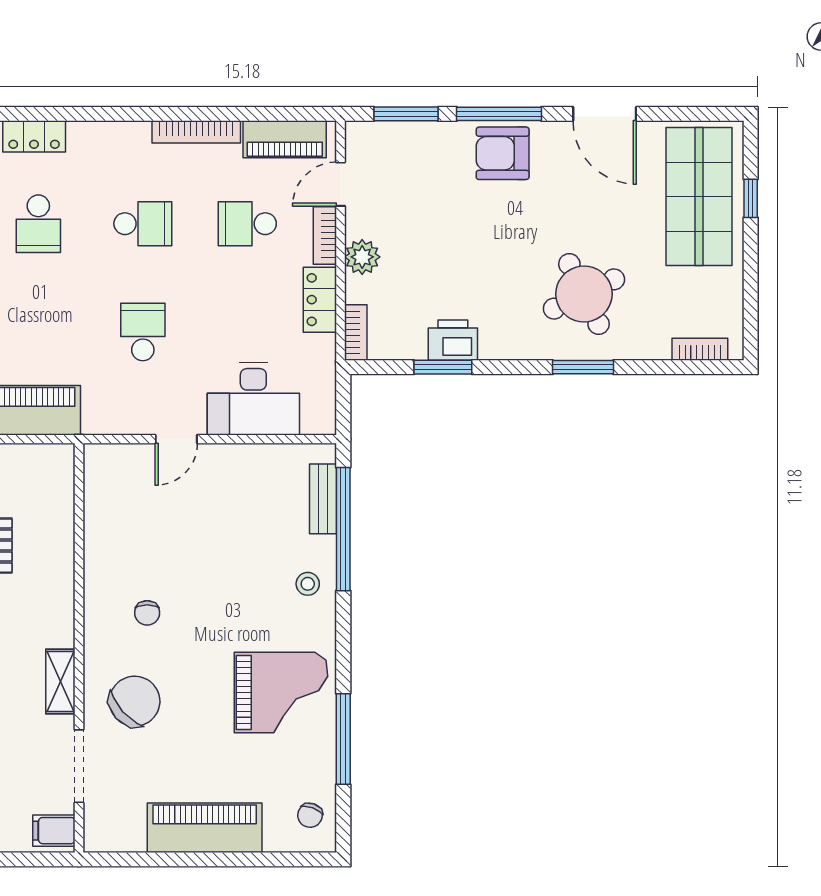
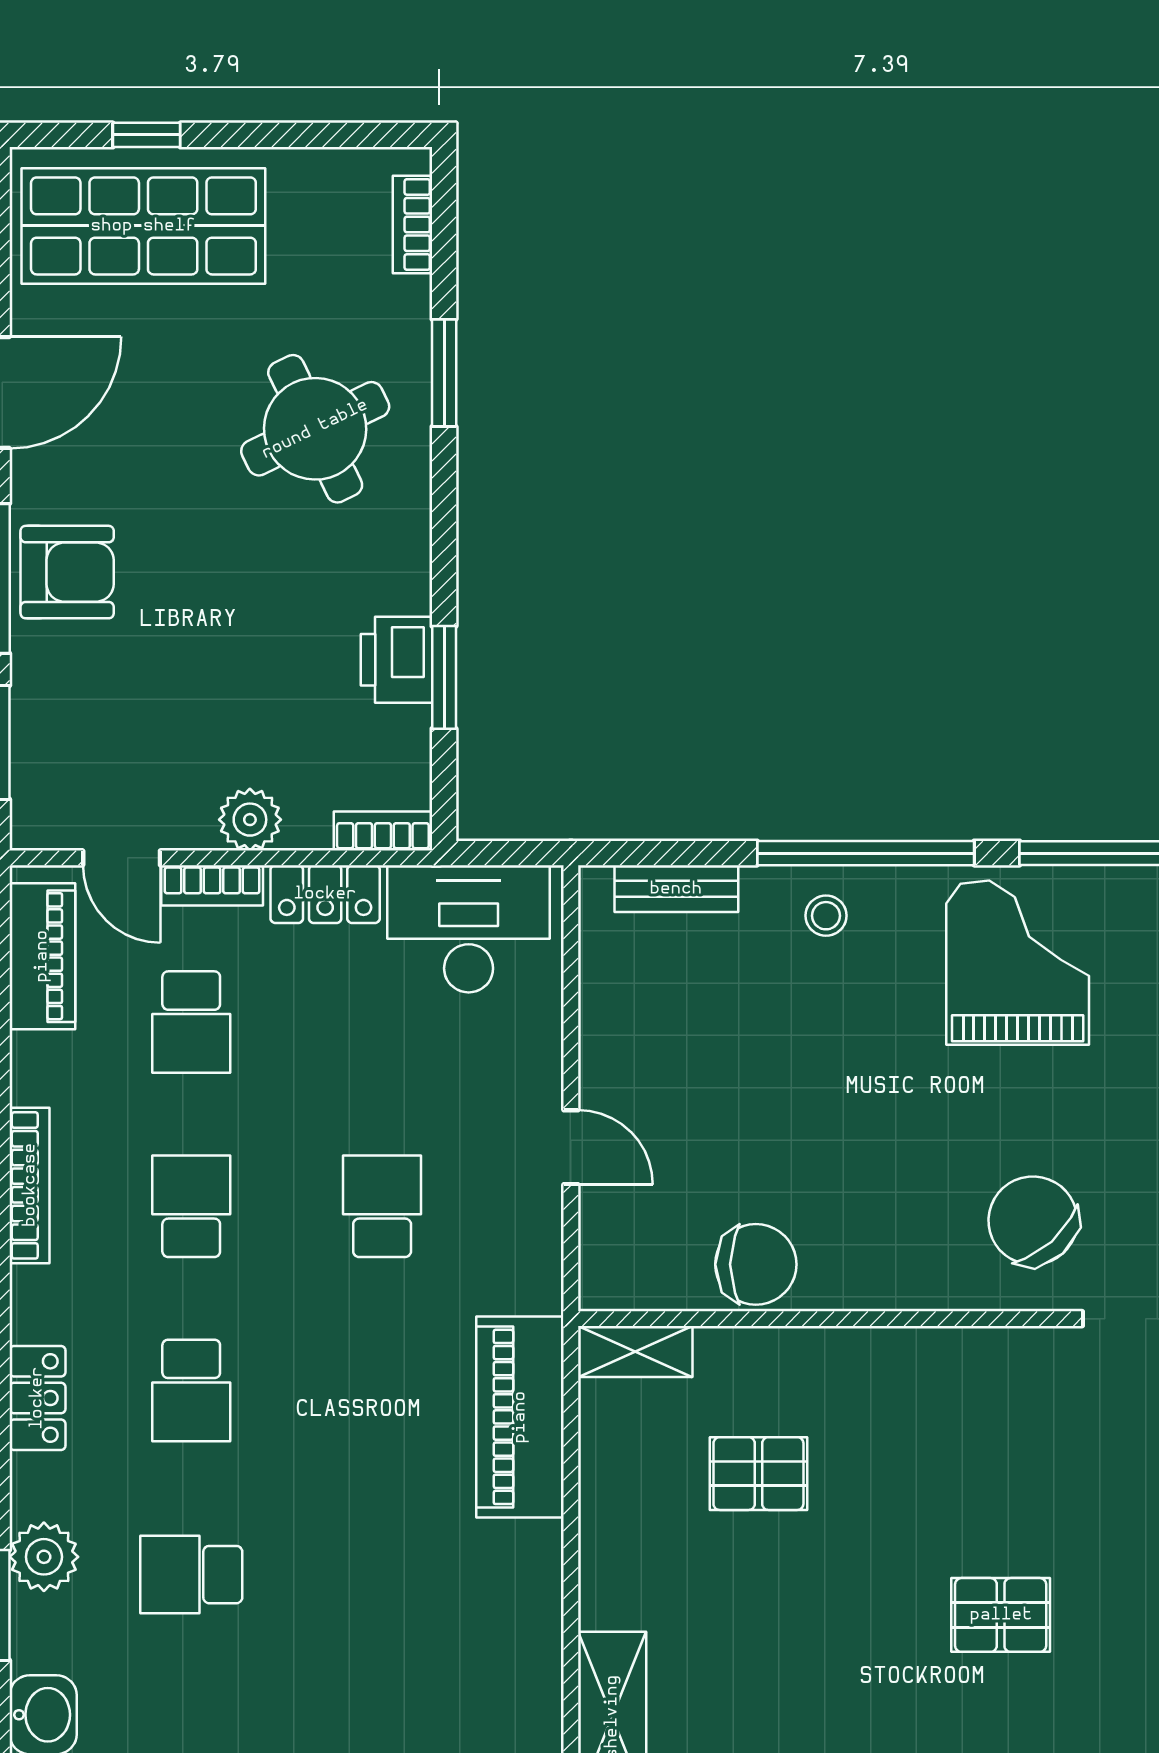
bookcase: (196, 132) -> (30, 1185), moved
armchair: (503, 153) -> (67, 572), turned -90
school desk: (38, 224) -> (191, 1390), turned 90
school desk: (143, 332) -> (382, 1206), turned 90
window: (583, 367) -> (444, 373), moved
desk: (253, 399) -> (469, 929), moved, turned -90
window: (343, 529) -> (866, 853), moved
chair: (147, 613) -> (756, 1264), moved, width x1.87, depth x1.87
shelving: (60, 681) -> (635, 1352), moved

